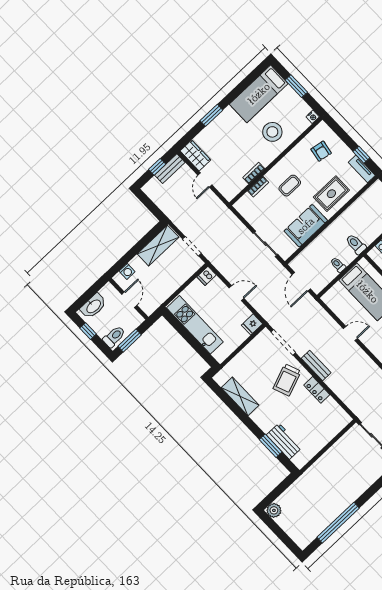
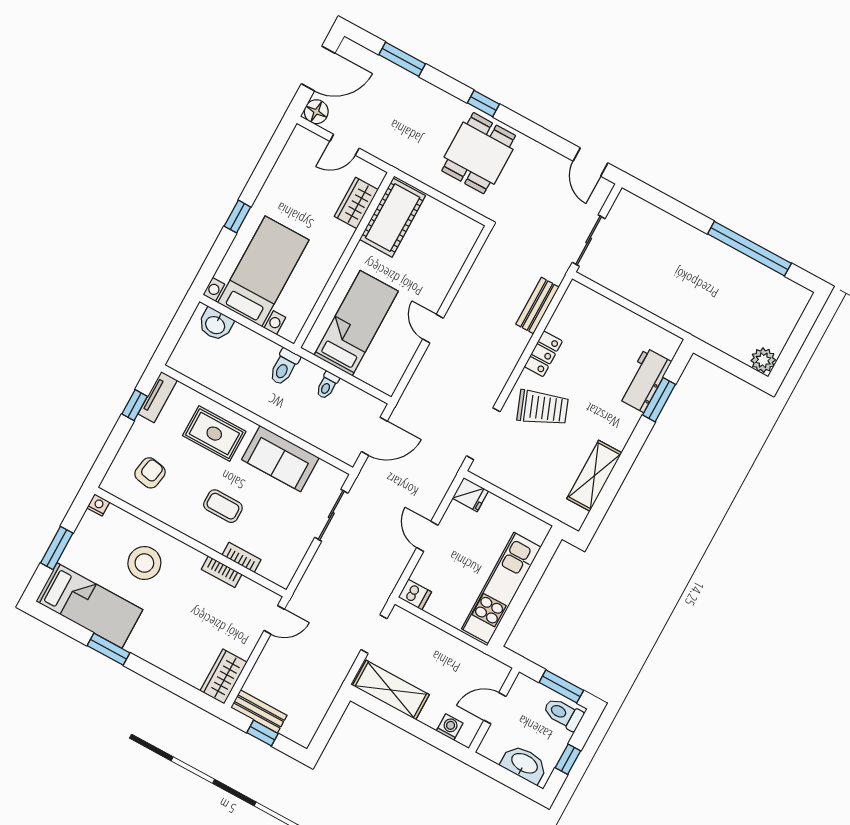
window: (211, 115) -> (109, 649), moved
door: (205, 180) -> (274, 620), moved
bench: (316, 365) -> (537, 306), moved

